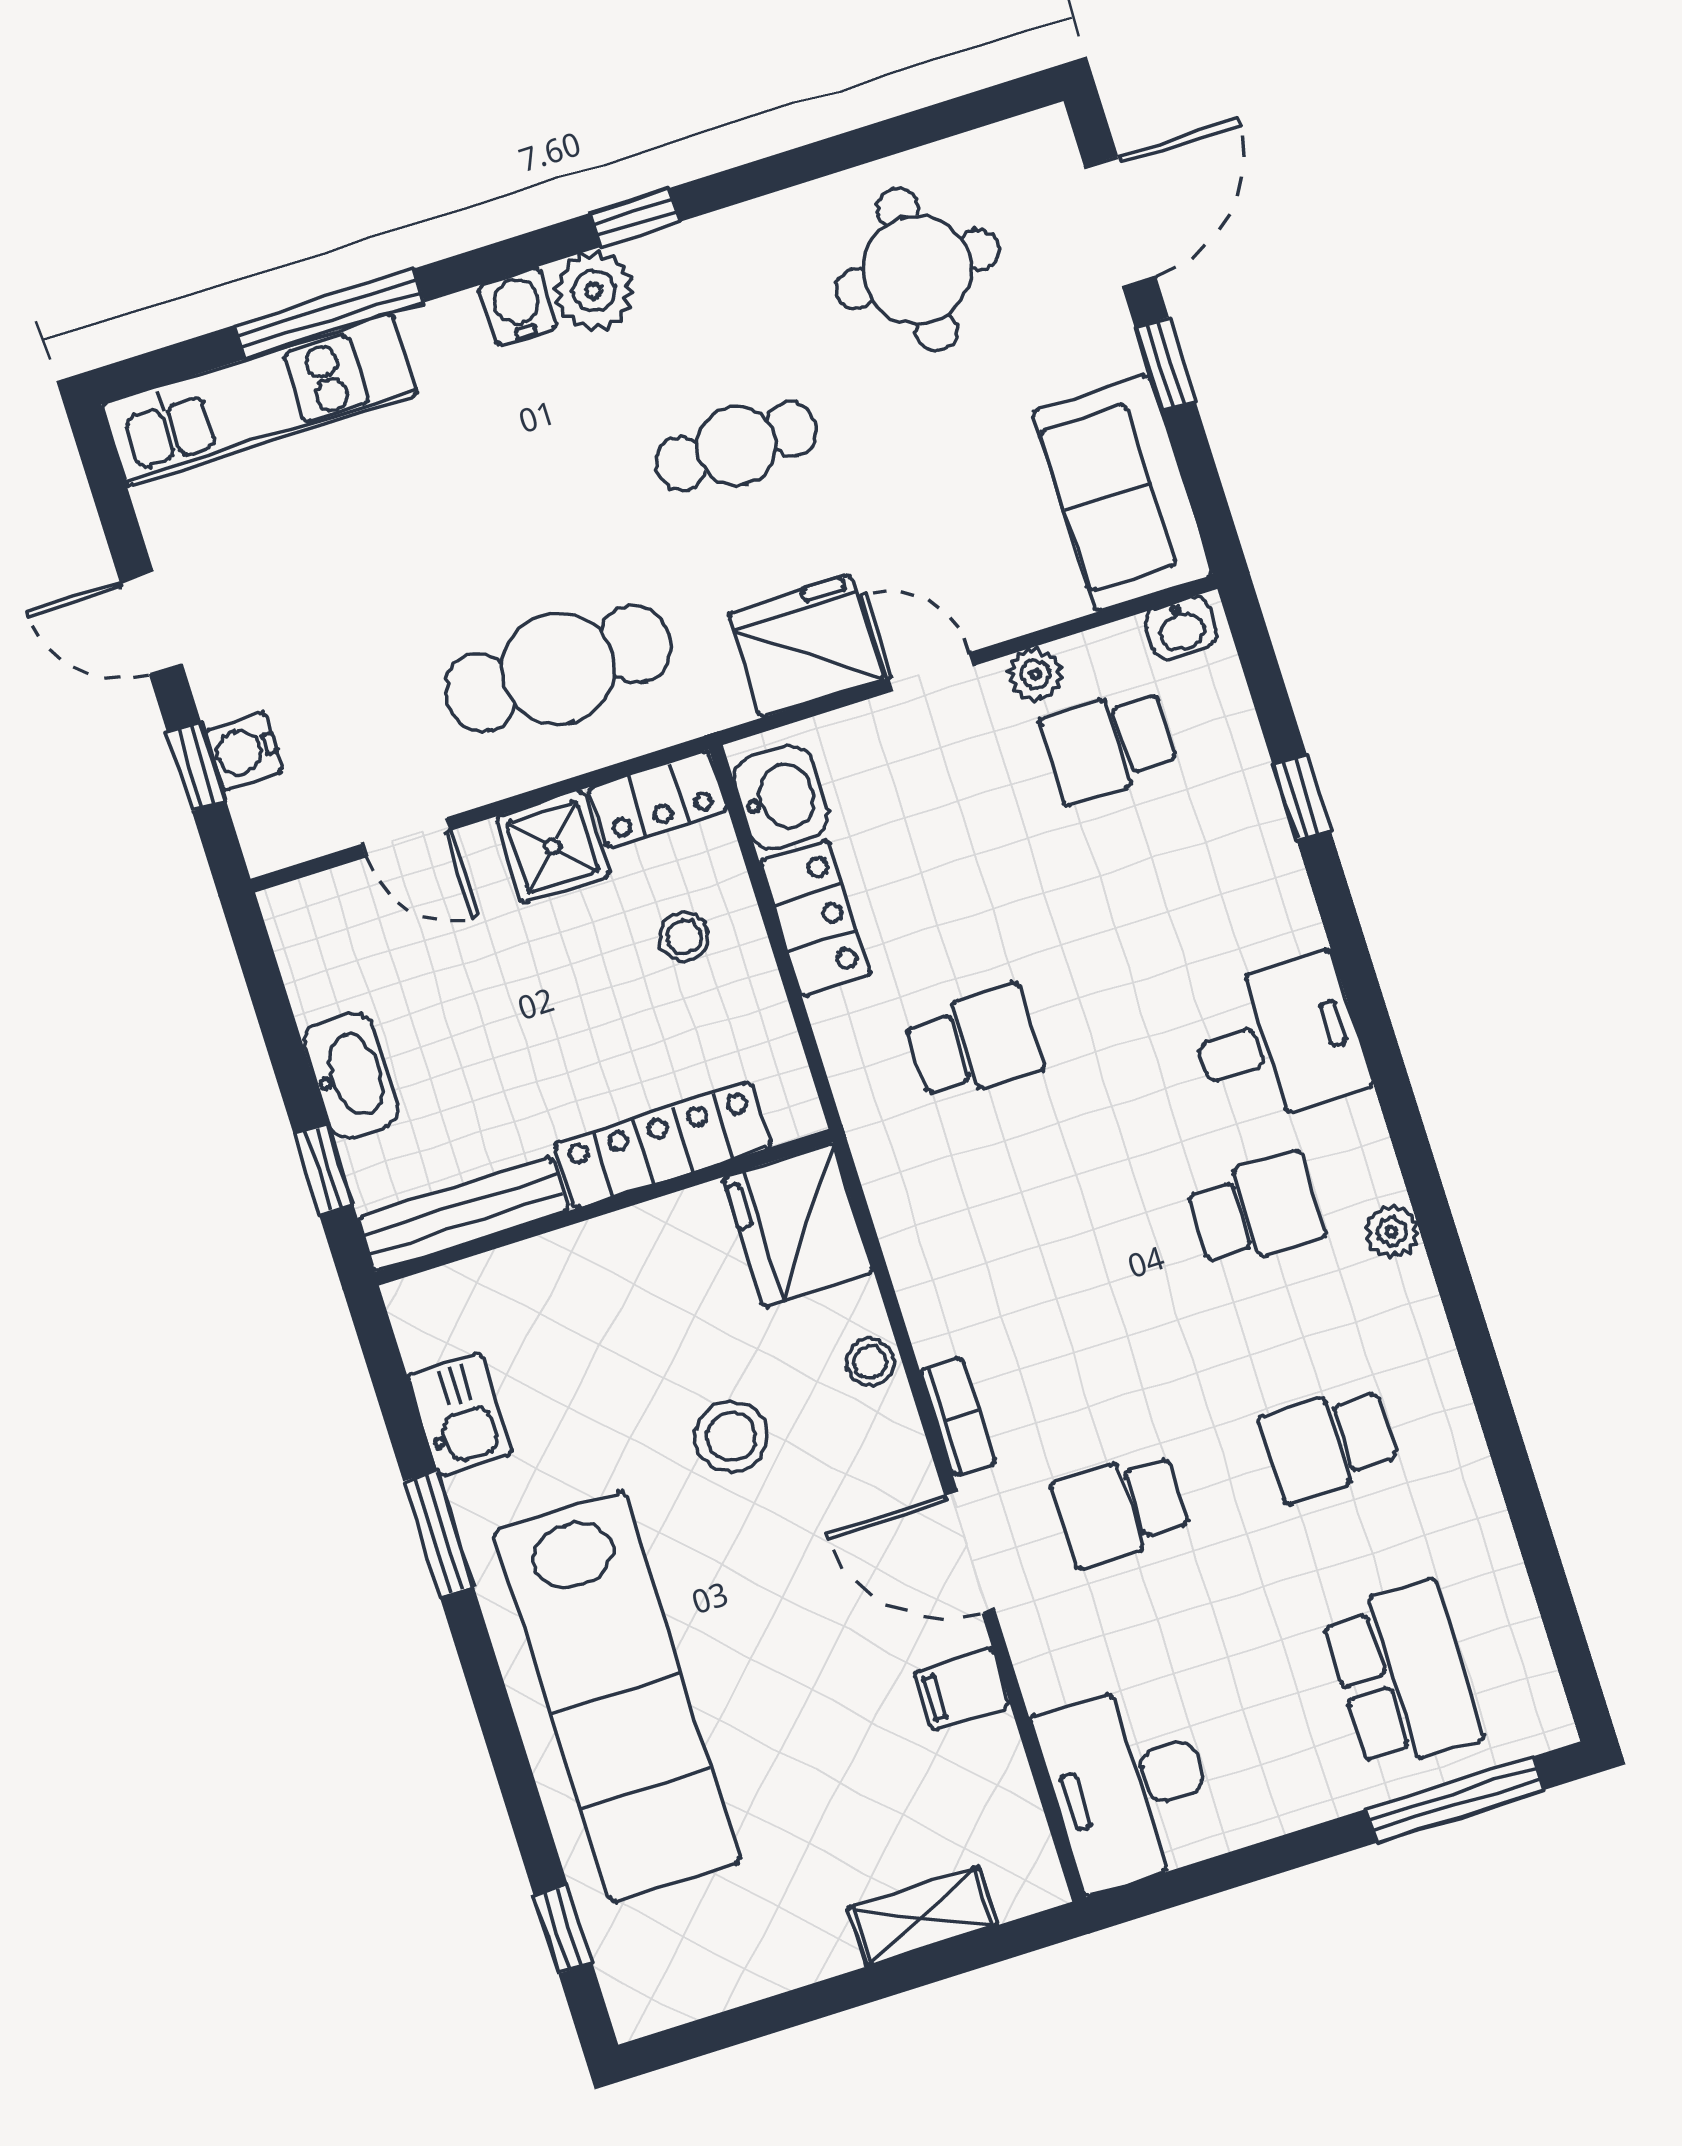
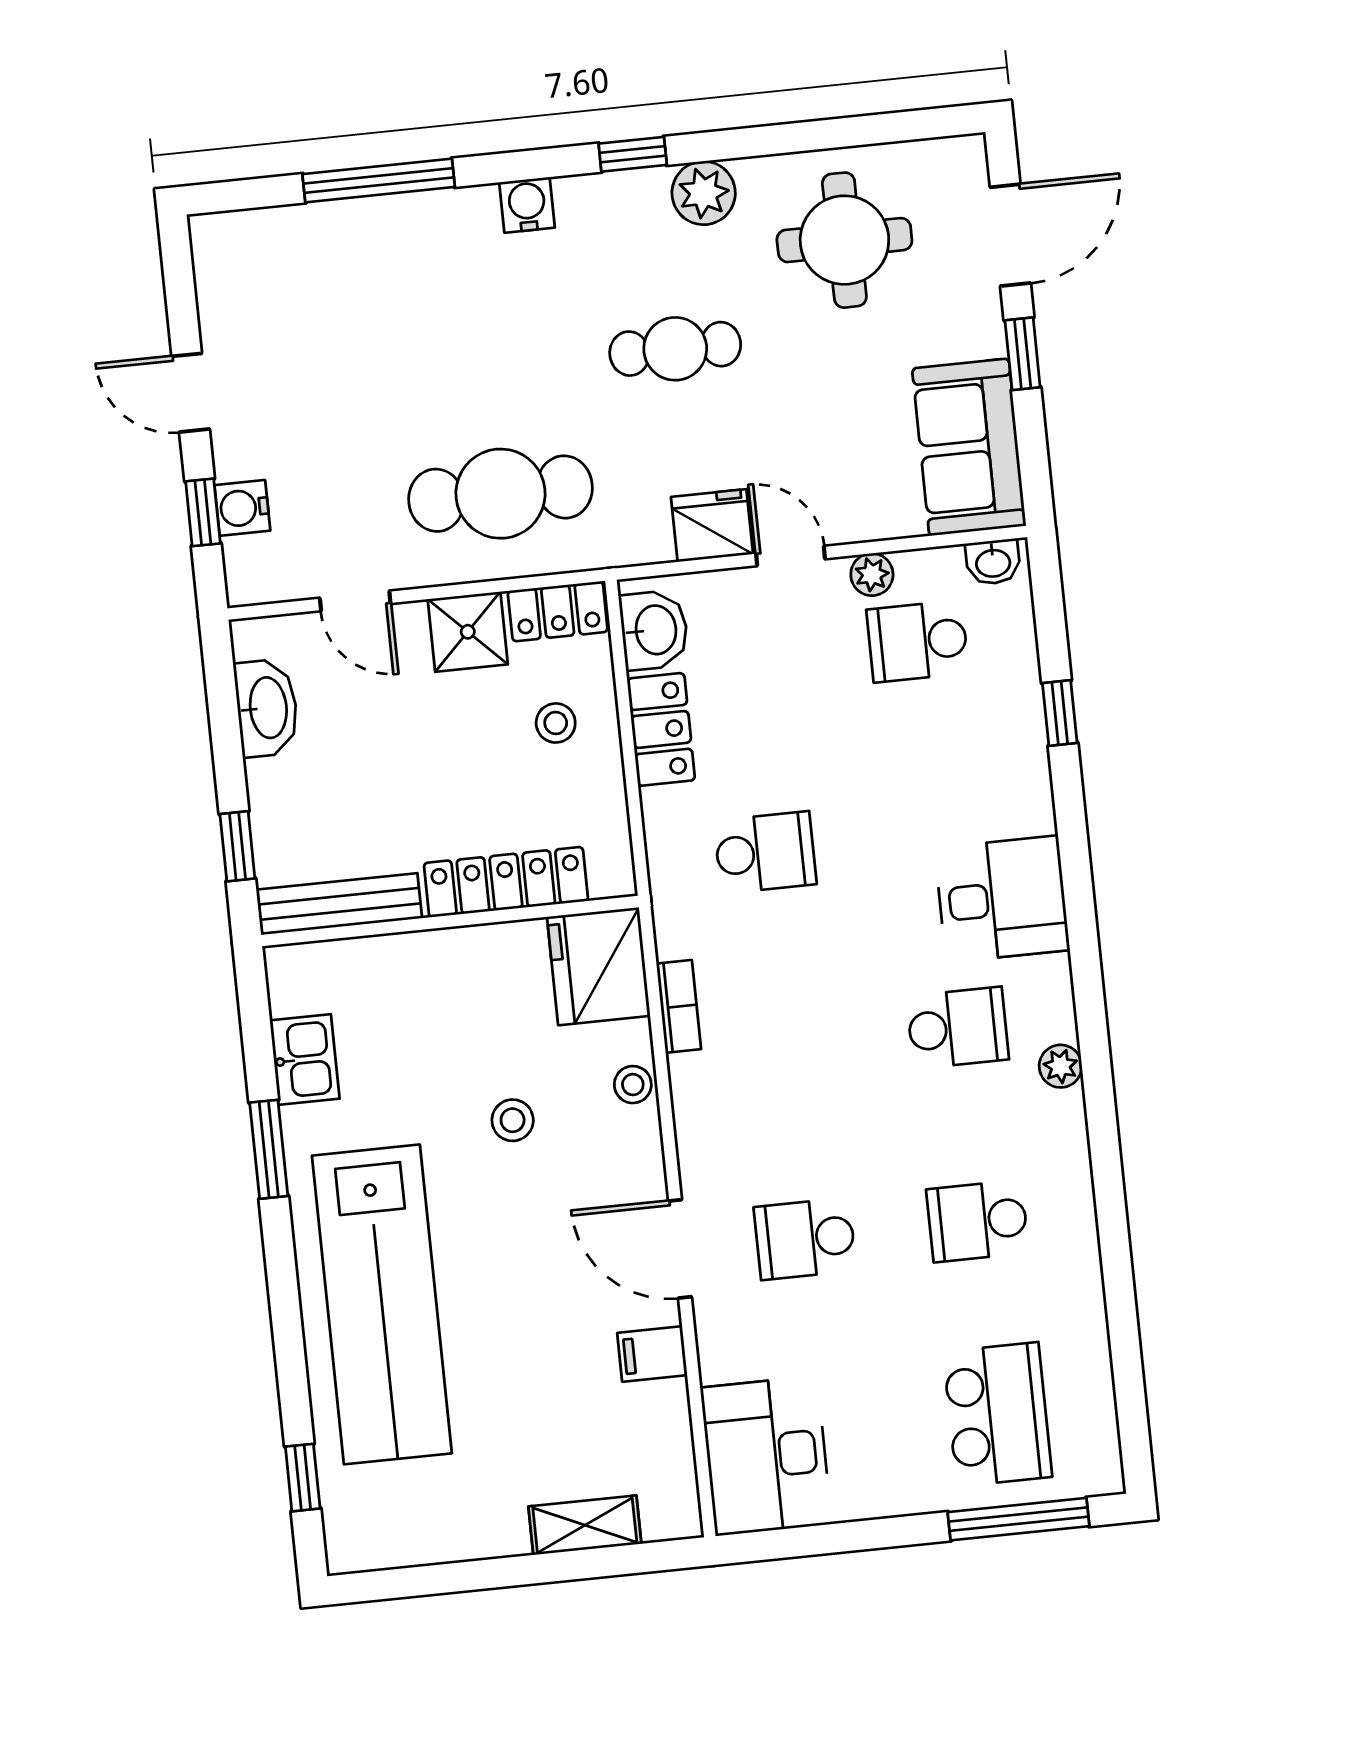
plant: (594, 291) -> (704, 193), moved
kitchen unit: (259, 400) -> (311, 236), removed
fridge: (806, 646) -> (712, 526), width x0.73, depth x0.75
washbasin: (351, 1076) -> (267, 708), moved
bookcase: (958, 1417) -> (679, 1006), moved
stool: (731, 1437) -> (513, 1120), width x0.73, depth x0.73

